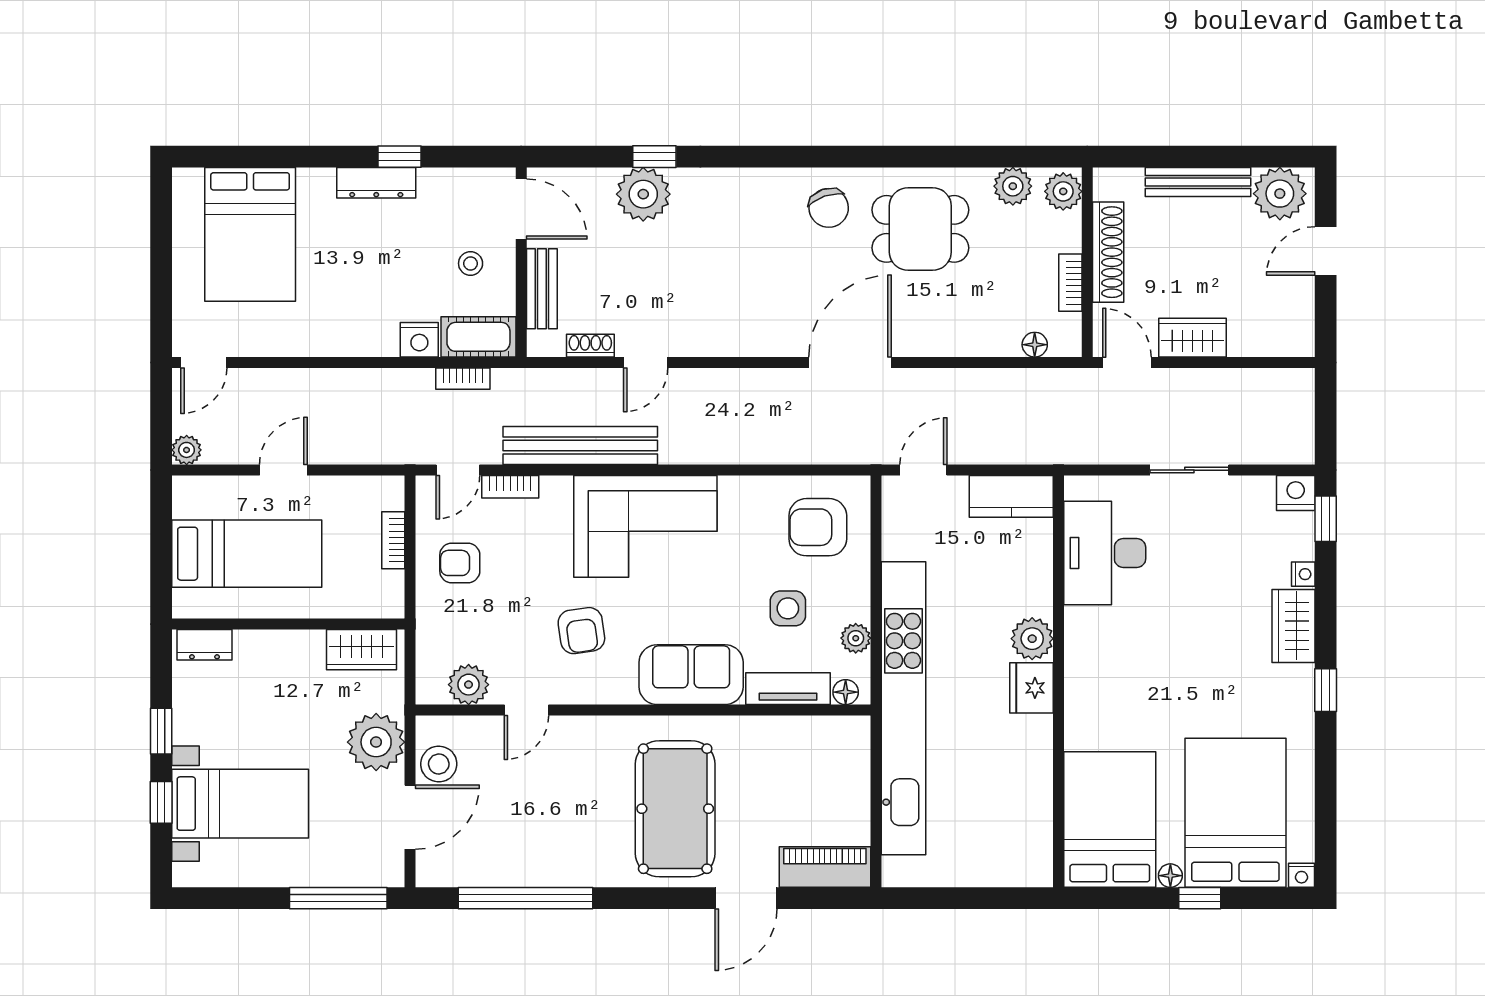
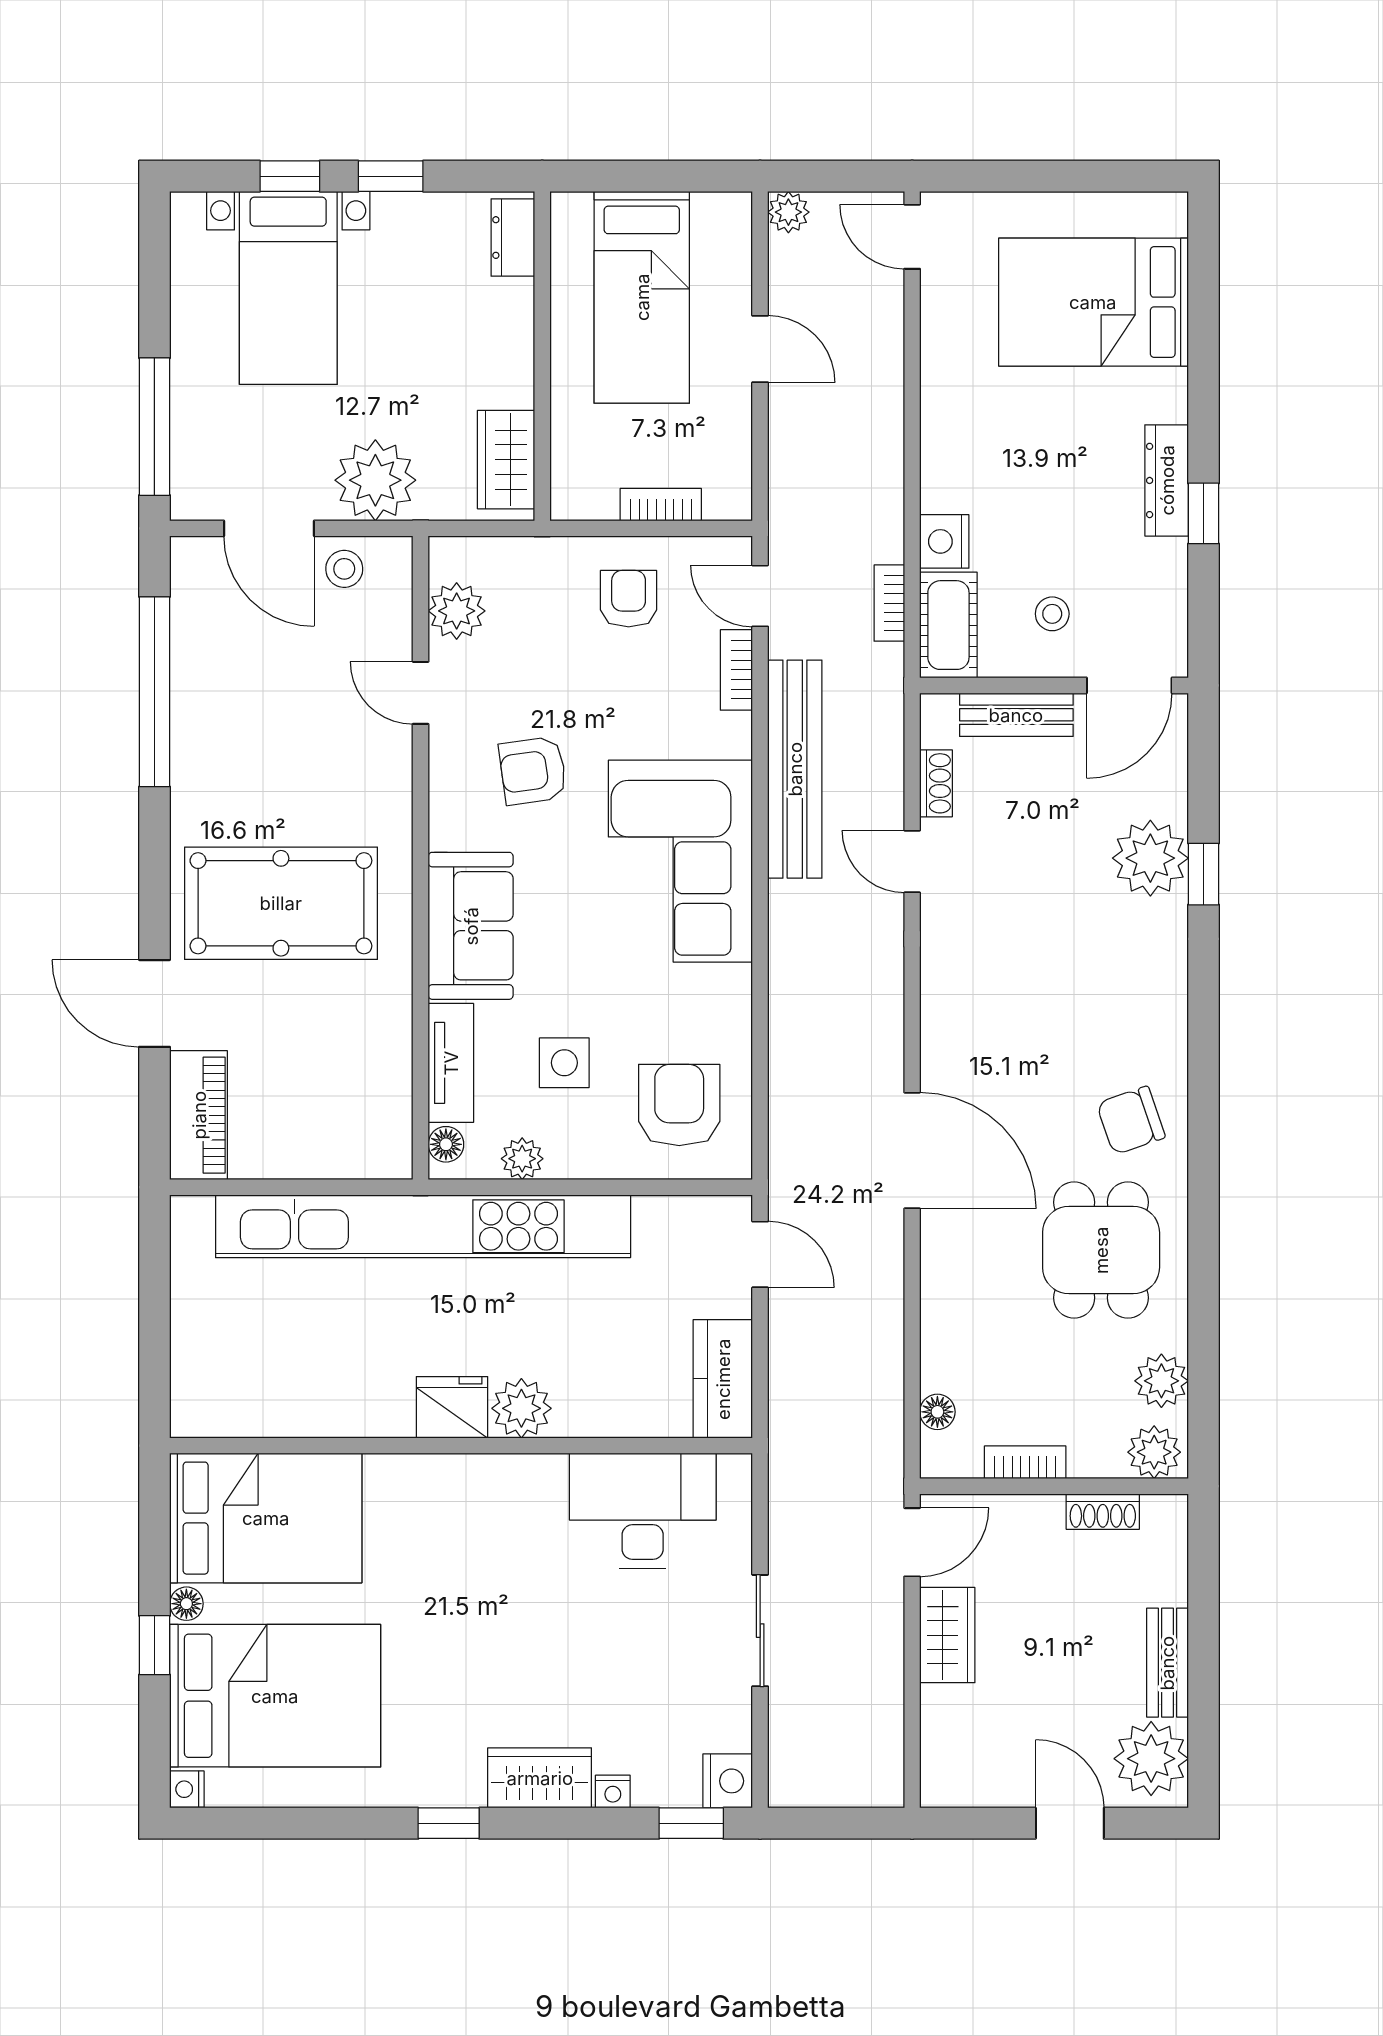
bench: (1198, 182) -> (1167, 1663), width x0.73
shoe rack: (1108, 252) -> (1103, 1512), width x0.51, depth x0.81
stool: (439, 764) -> (344, 569), width x0.73, depth x0.73

